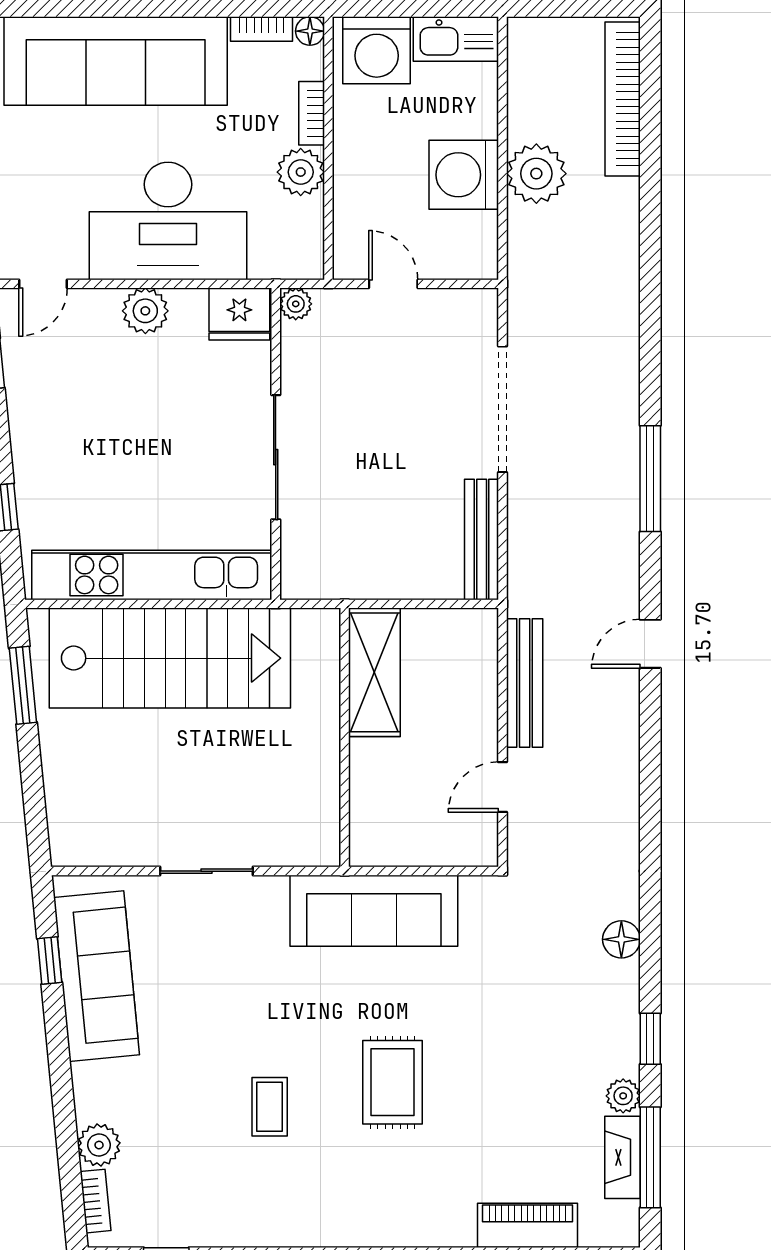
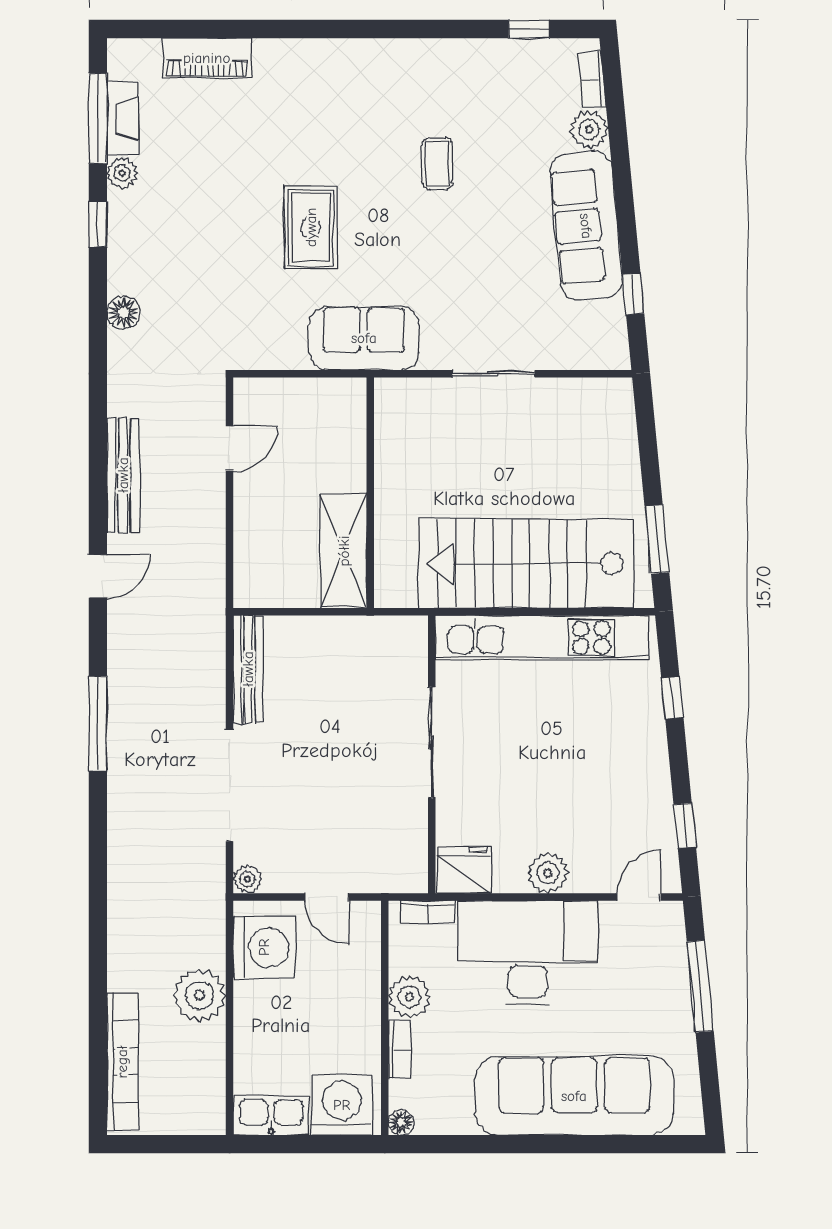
bookcase: (262, 29) -> (427, 912), moved, turned 180
washing machine: (464, 175) -> (264, 947), moved
plant: (296, 304) -> (247, 879), moved
bench: (525, 683) -> (123, 475), moved
sofa: (374, 911) -> (364, 338), width x0.73
sofa: (97, 976) -> (586, 226), moved
rug: (393, 1082) -> (311, 227), moved

